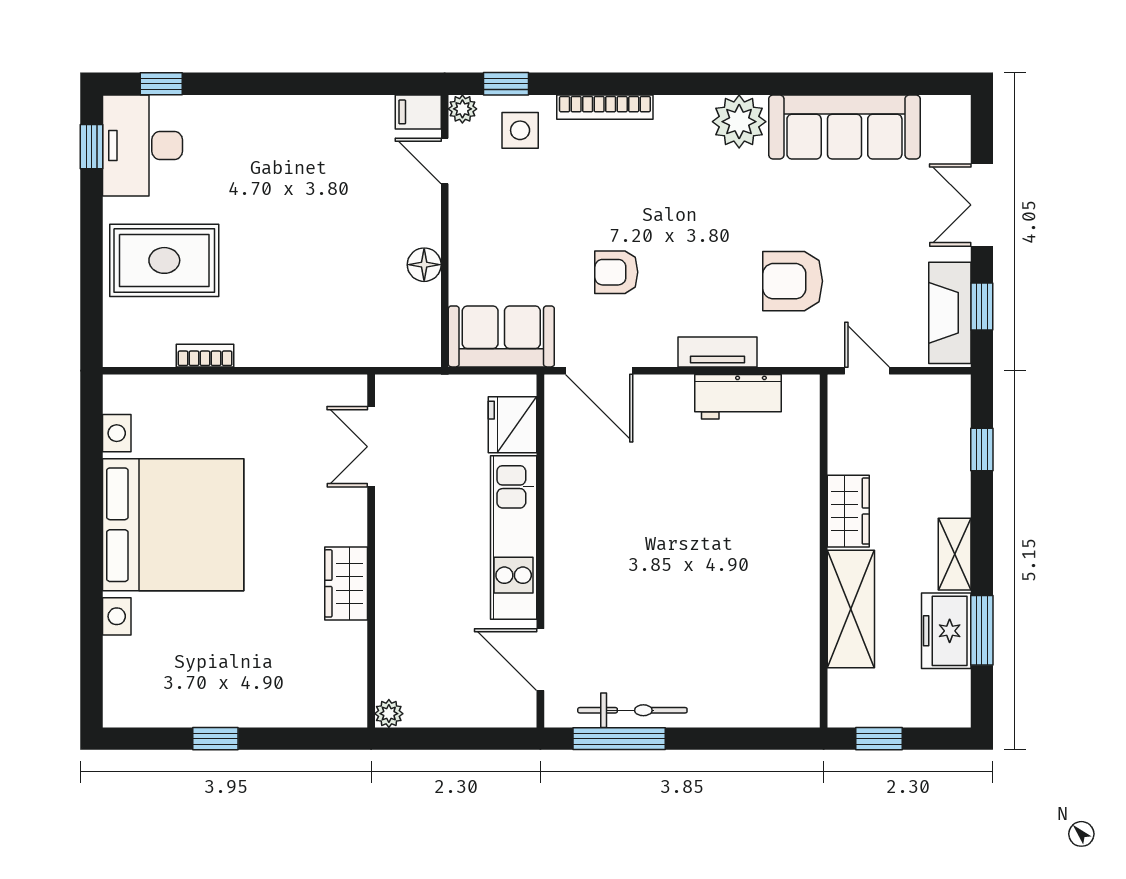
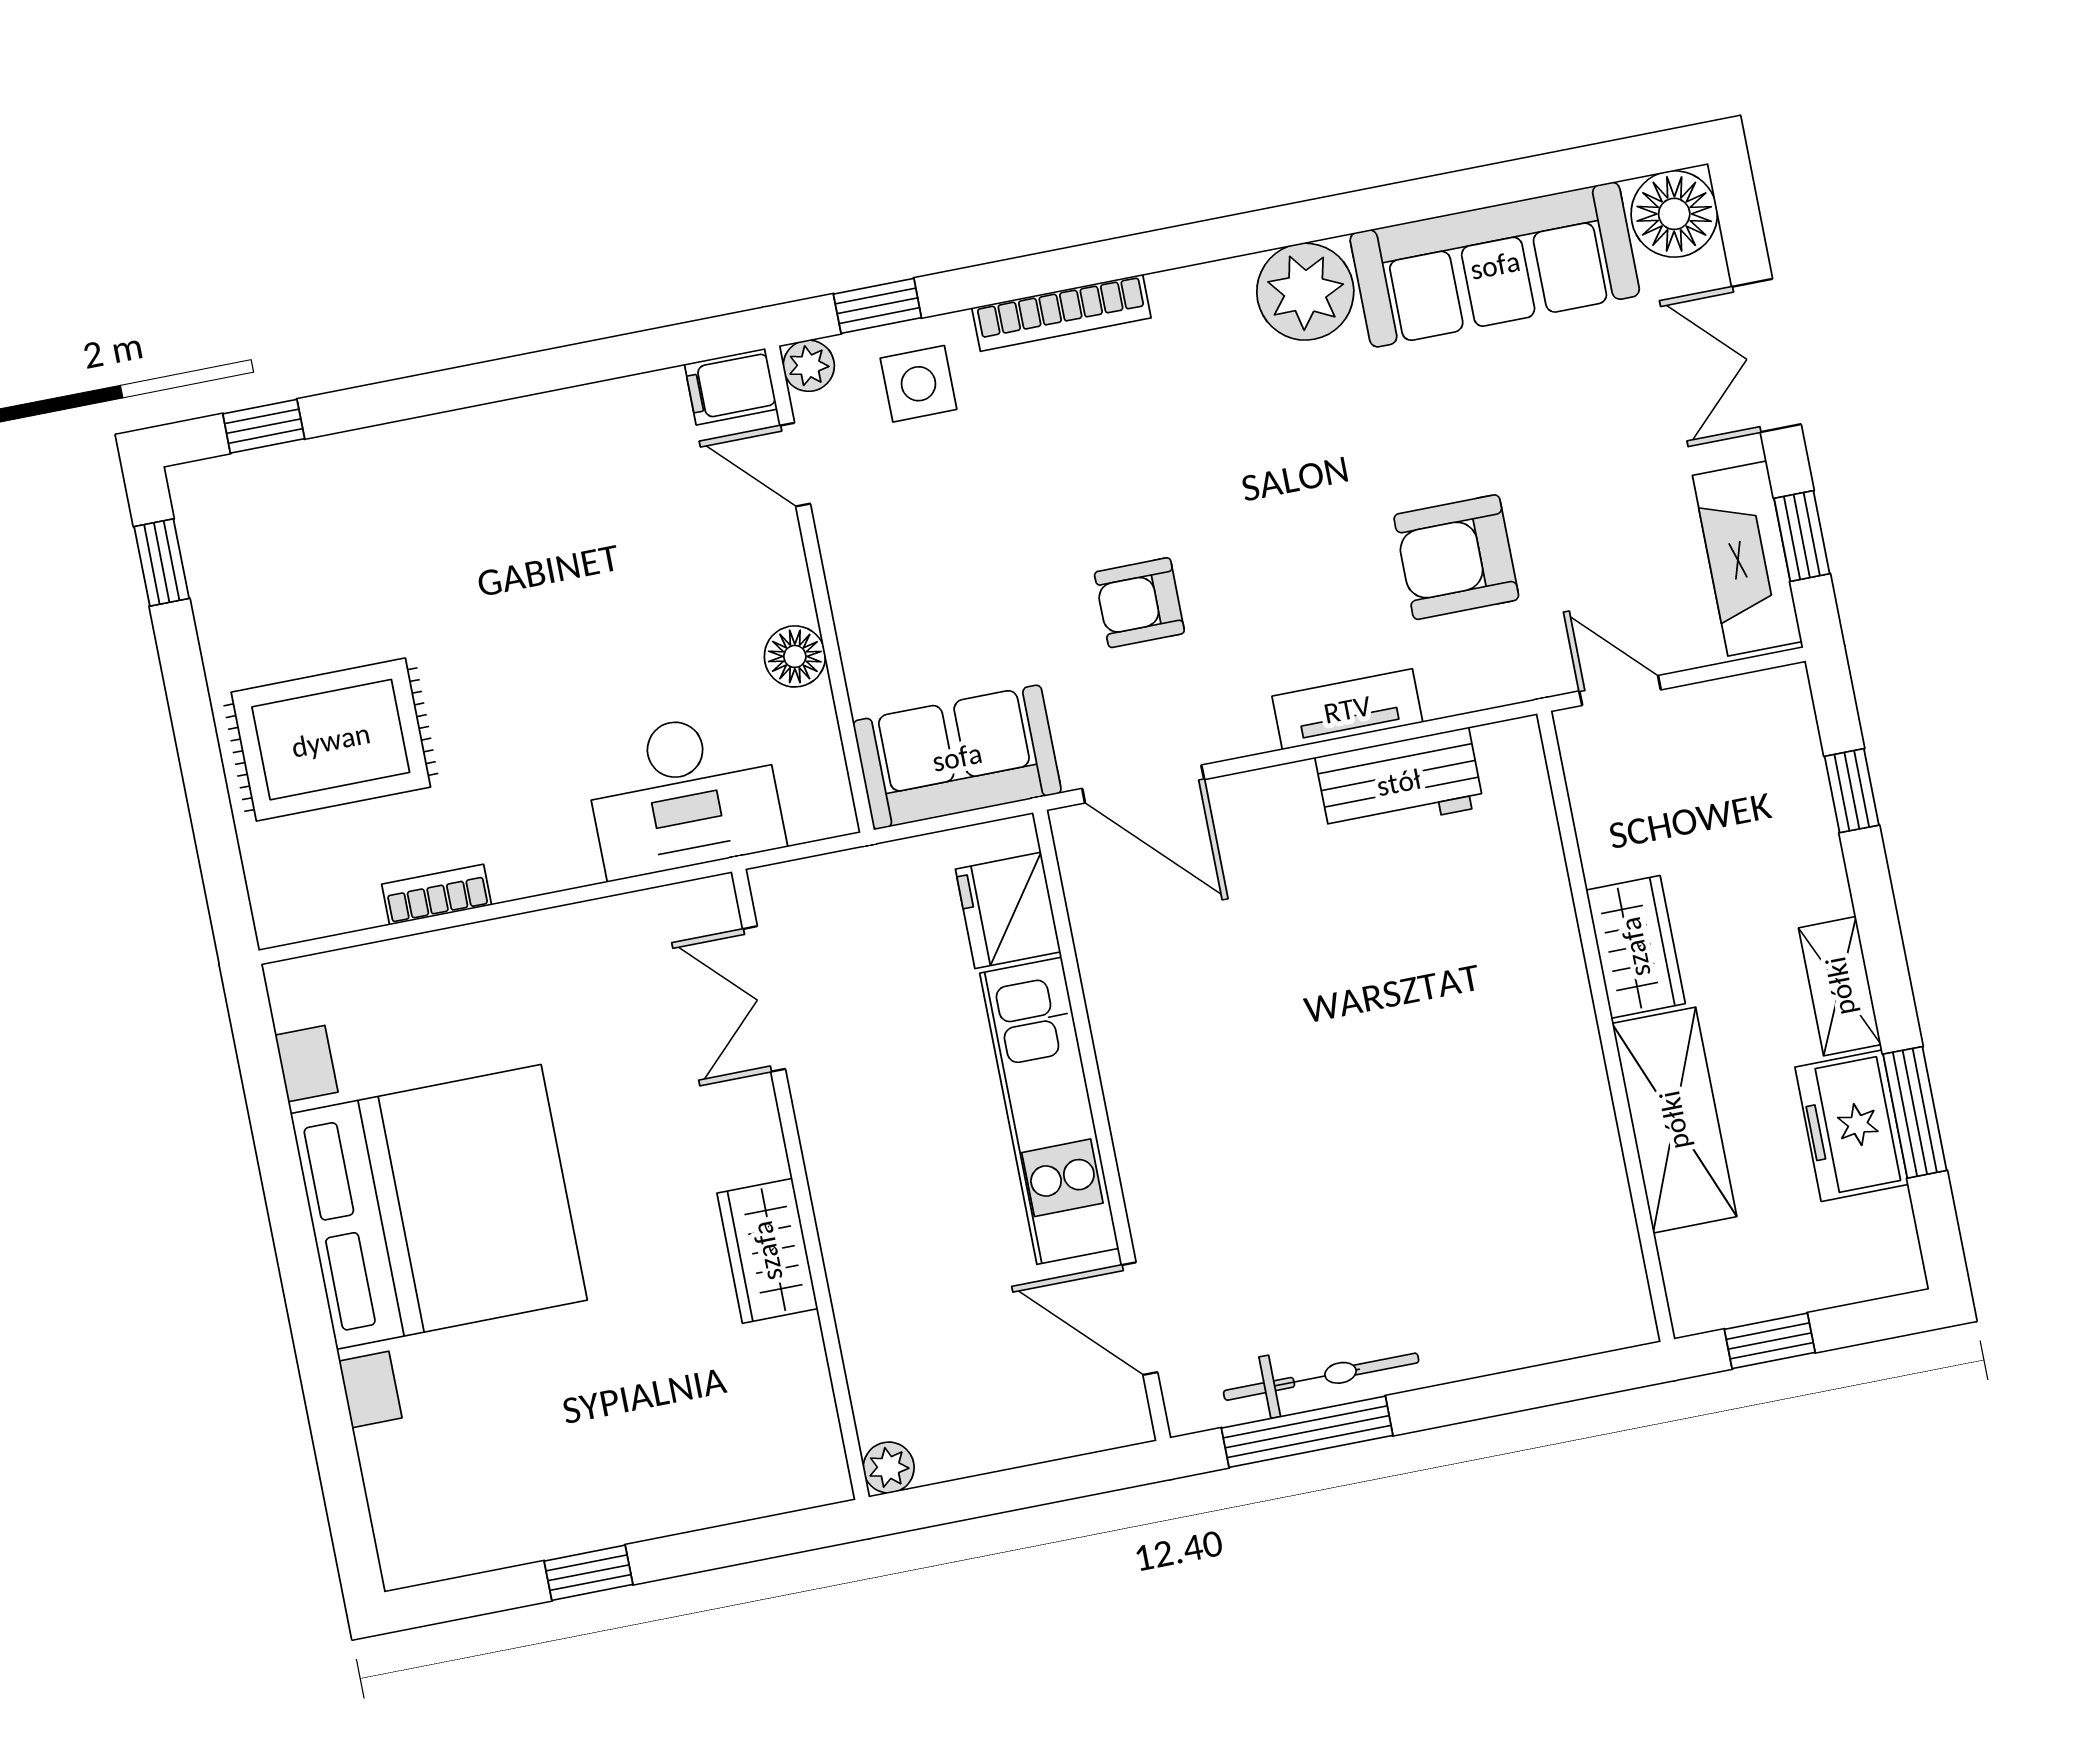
floor lamp: (947, 119) -> (1674, 214), added
desk: (142, 146) -> (684, 794), moved, turned -90

